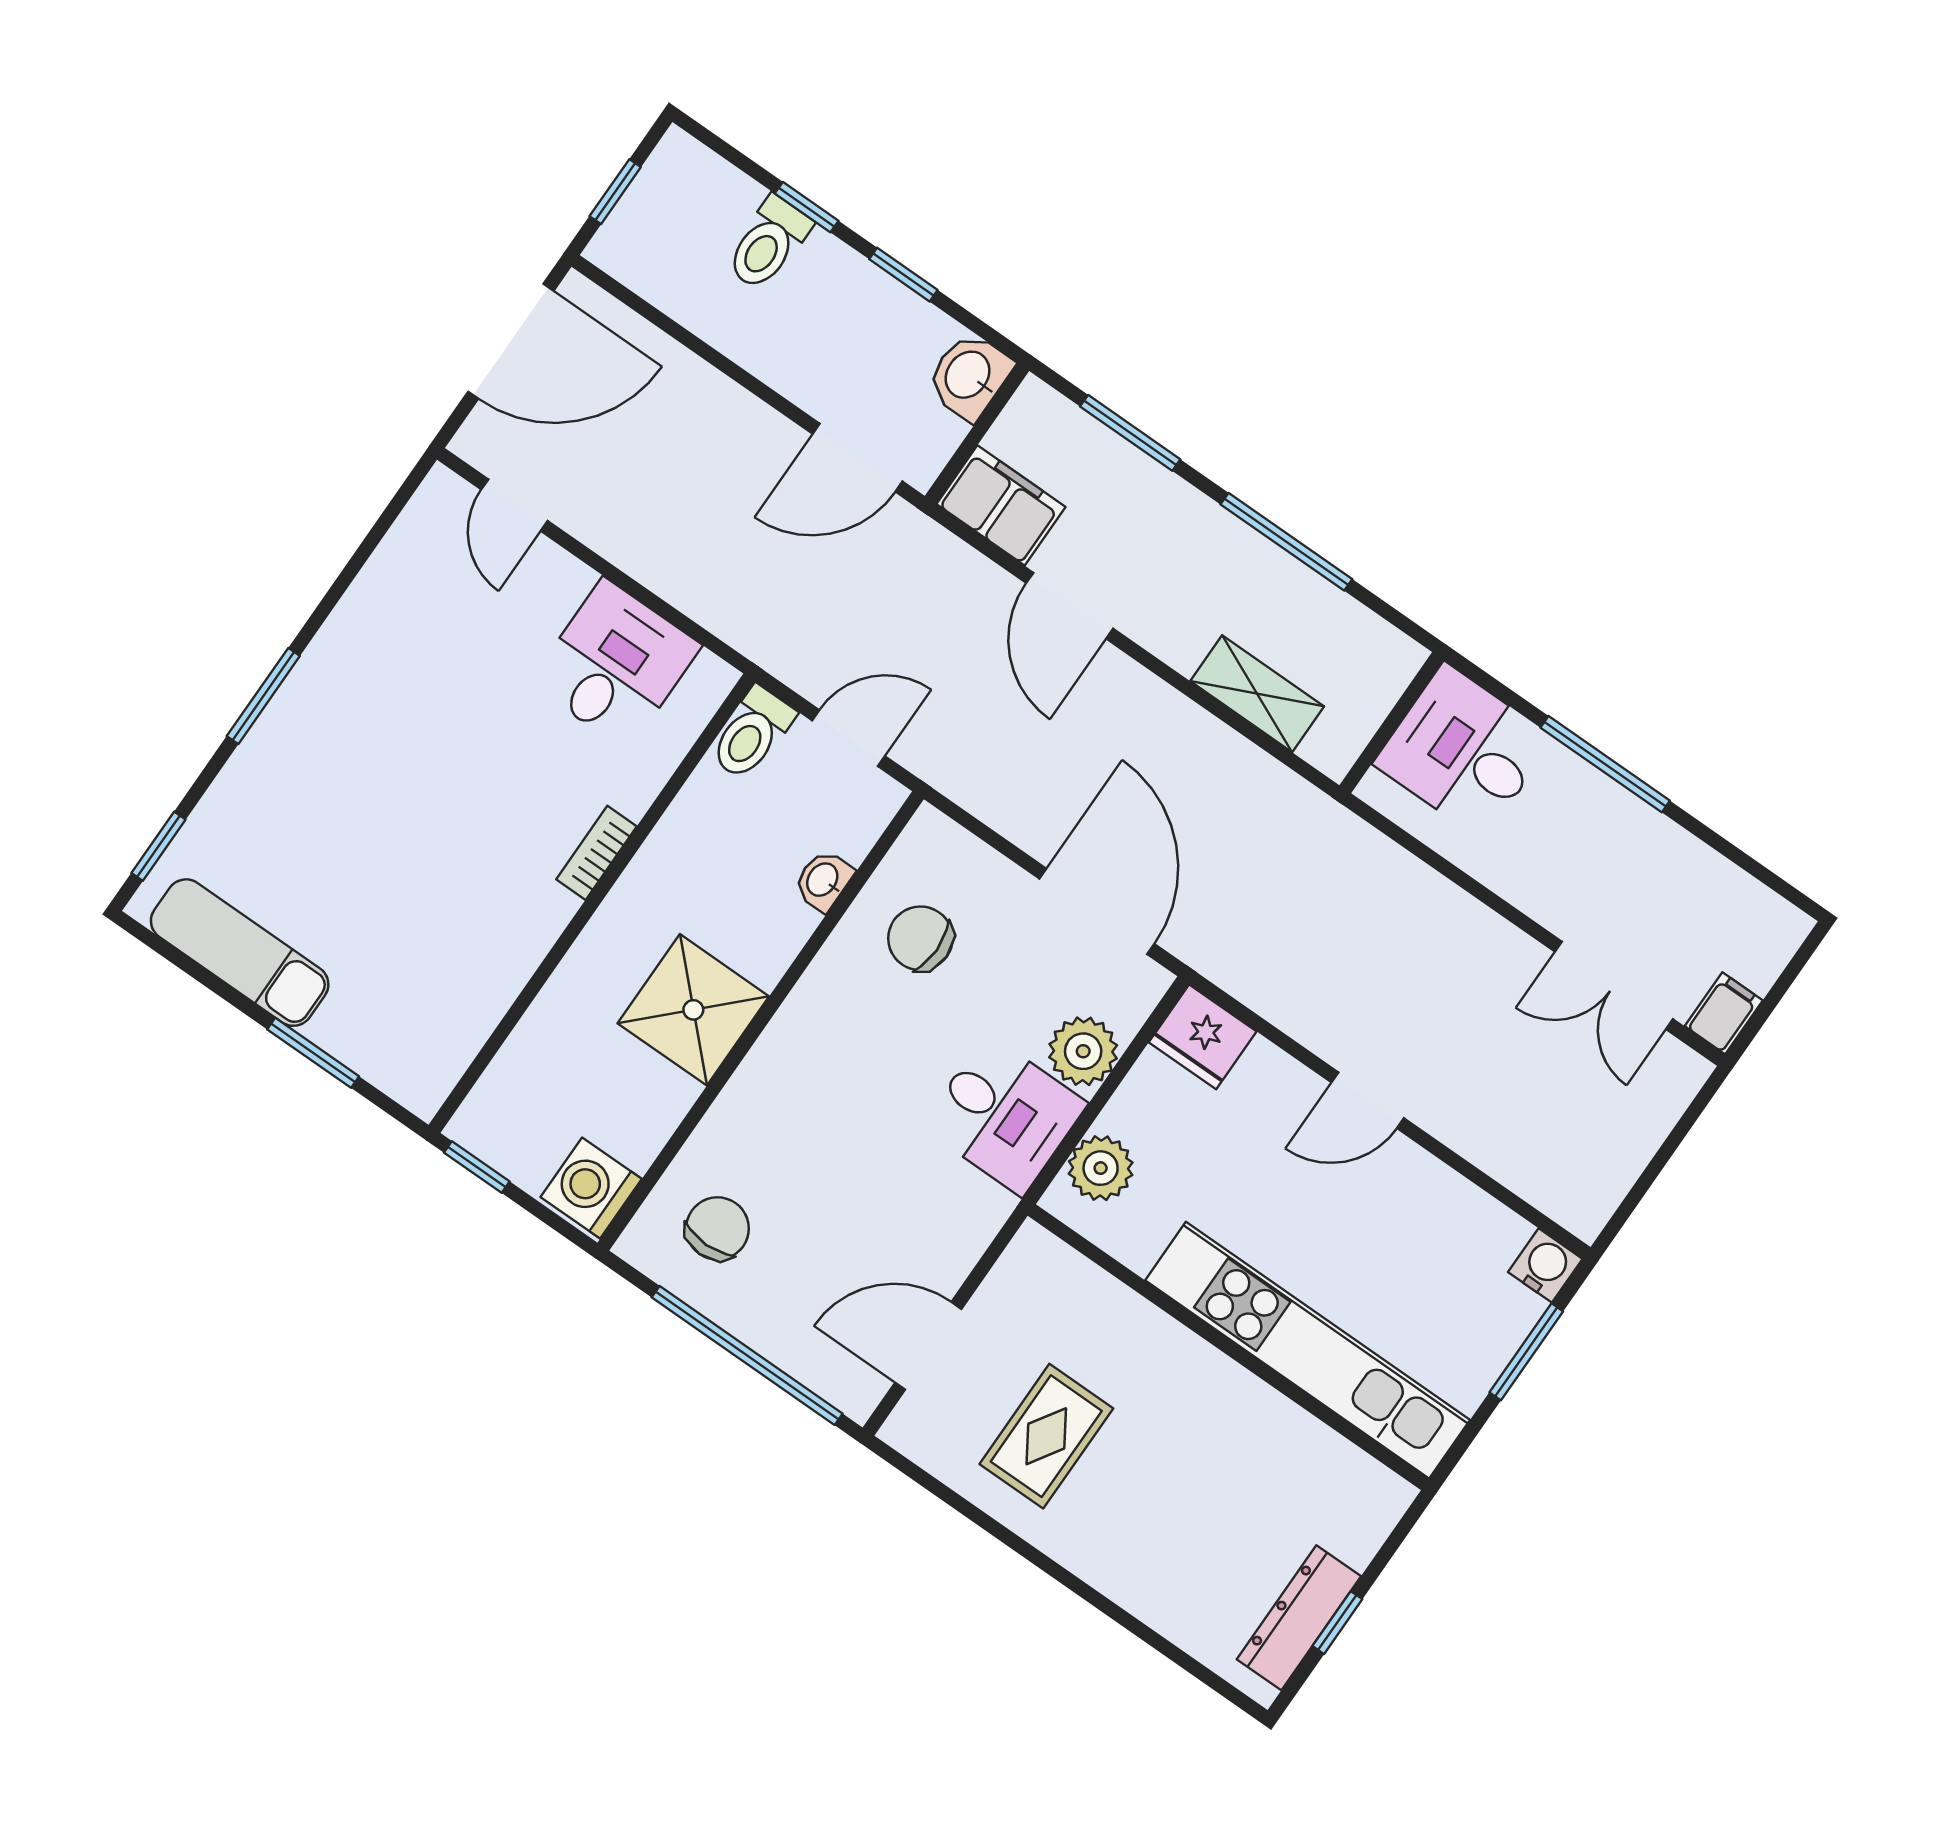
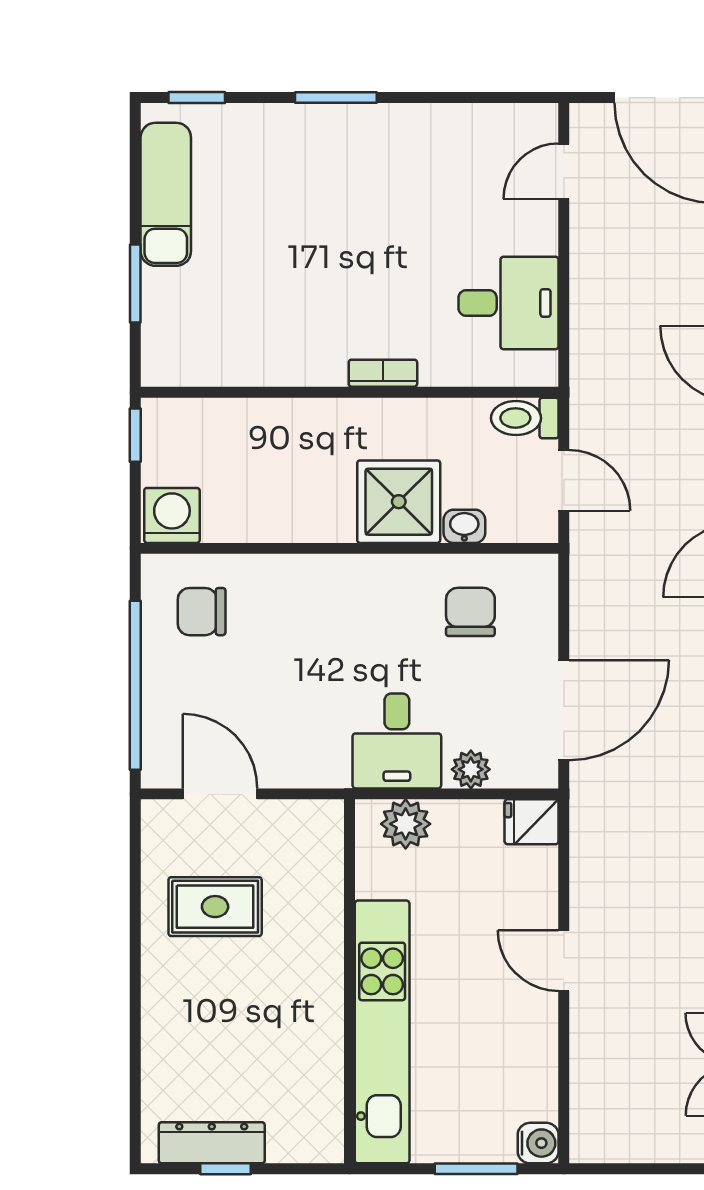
shower: (693, 1010) -> (399, 502), moved
fridge: (1203, 1037) -> (532, 822), width x0.72
plant: (1083, 1051) -> (471, 769), width x0.73, depth x0.73
chair: (717, 1228) -> (202, 612), turned 180

